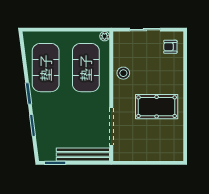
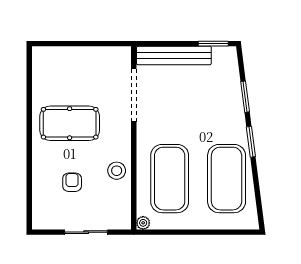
armchair: (170, 47) -> (72, 182), moved, turned -90

